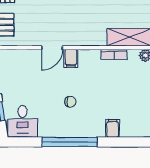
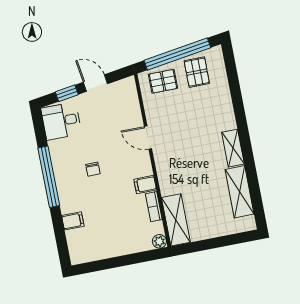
filing cabinet: (71, 58) -> (145, 185), moved

